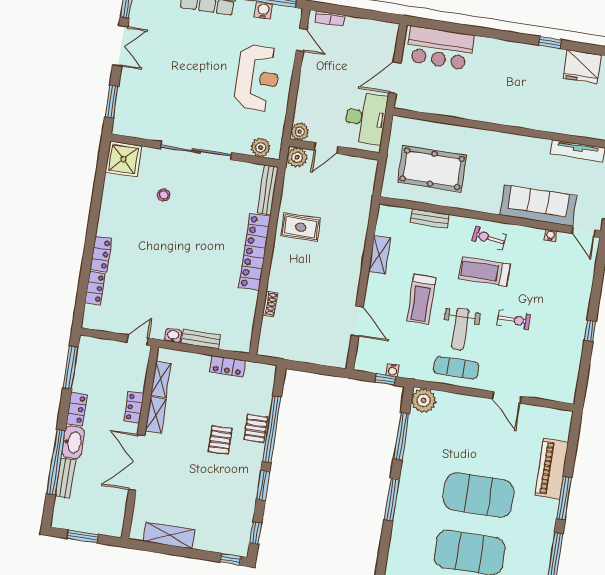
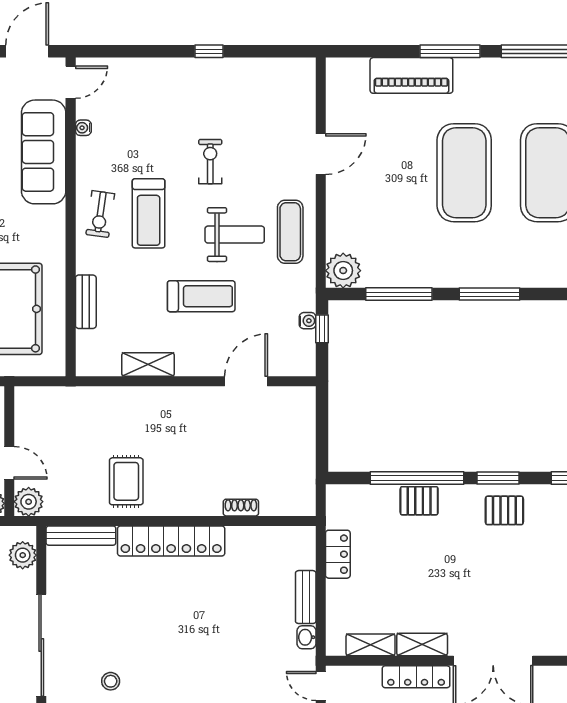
locker: (134, 407) -> (416, 677), width x1.53
pallet: (220, 440) -> (504, 510), moved

